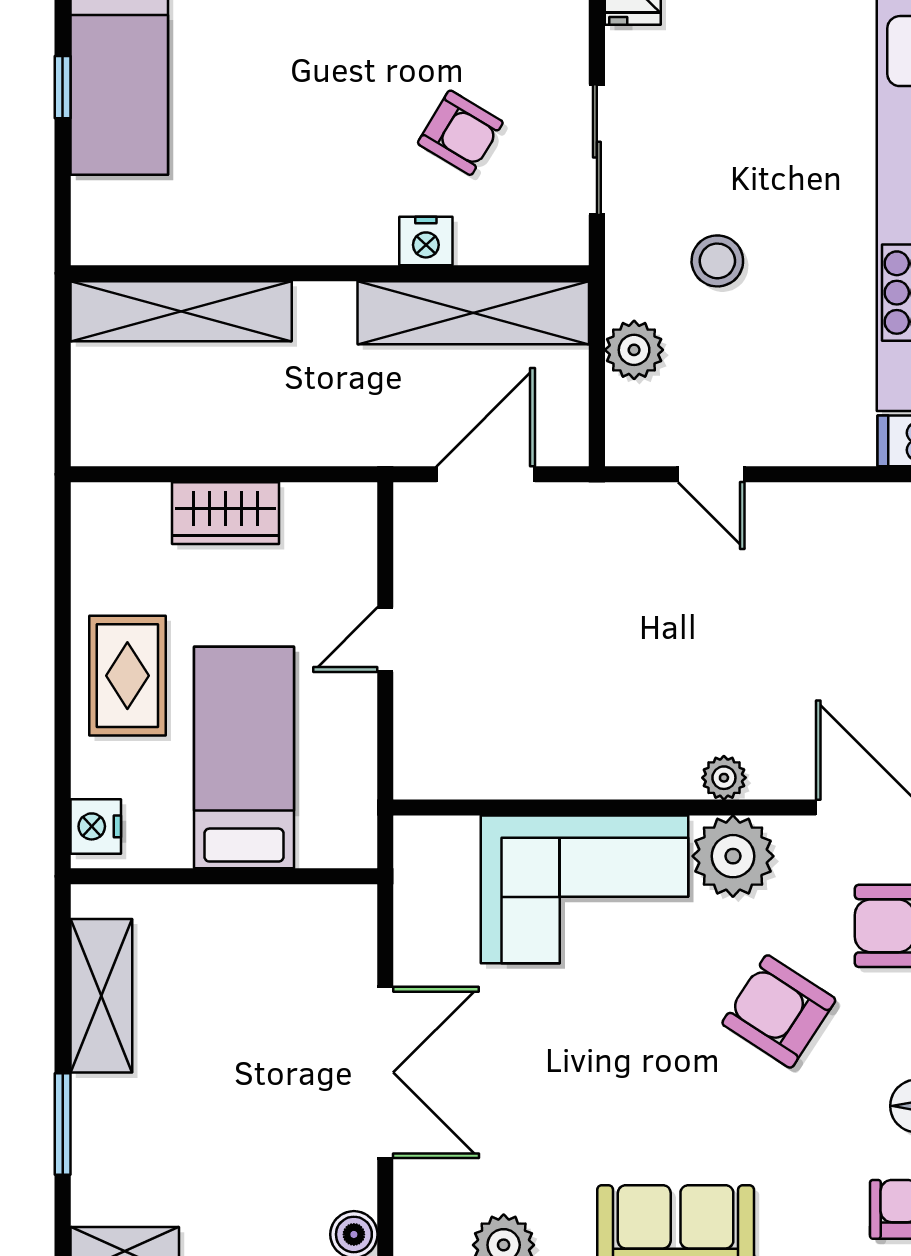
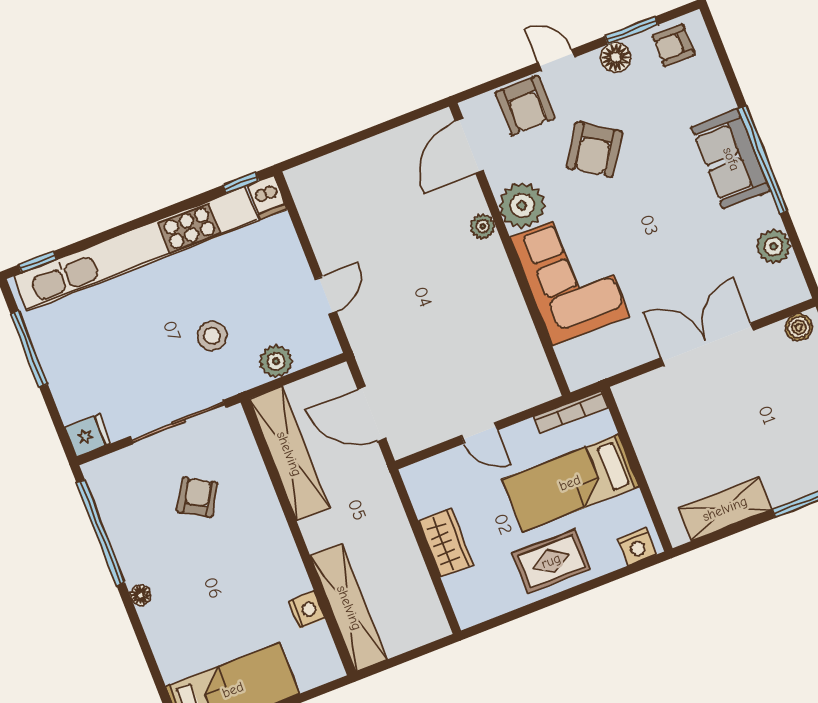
sliding door: (597, 150) -> (178, 422), width x1.37
nightstand: (426, 241) -> (307, 610), moved
bookcase: (361, 804) -> (571, 412), added

